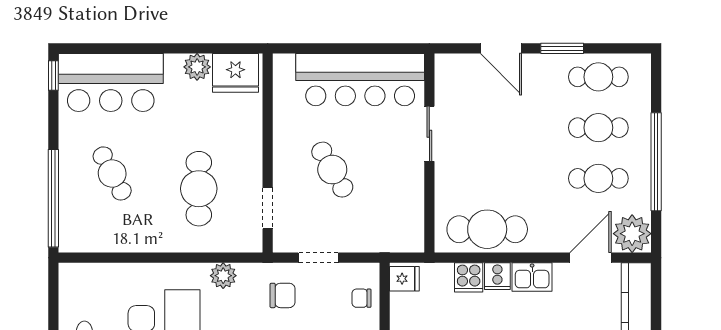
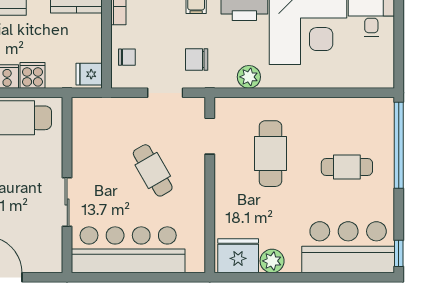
cafe table: (112, 173) -> (347, 167), turned -62

